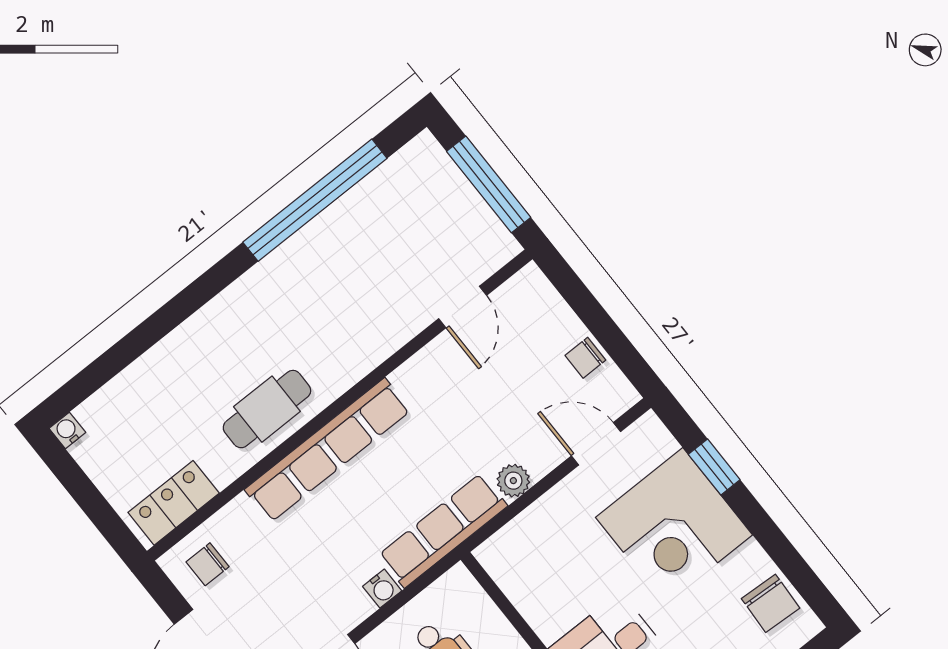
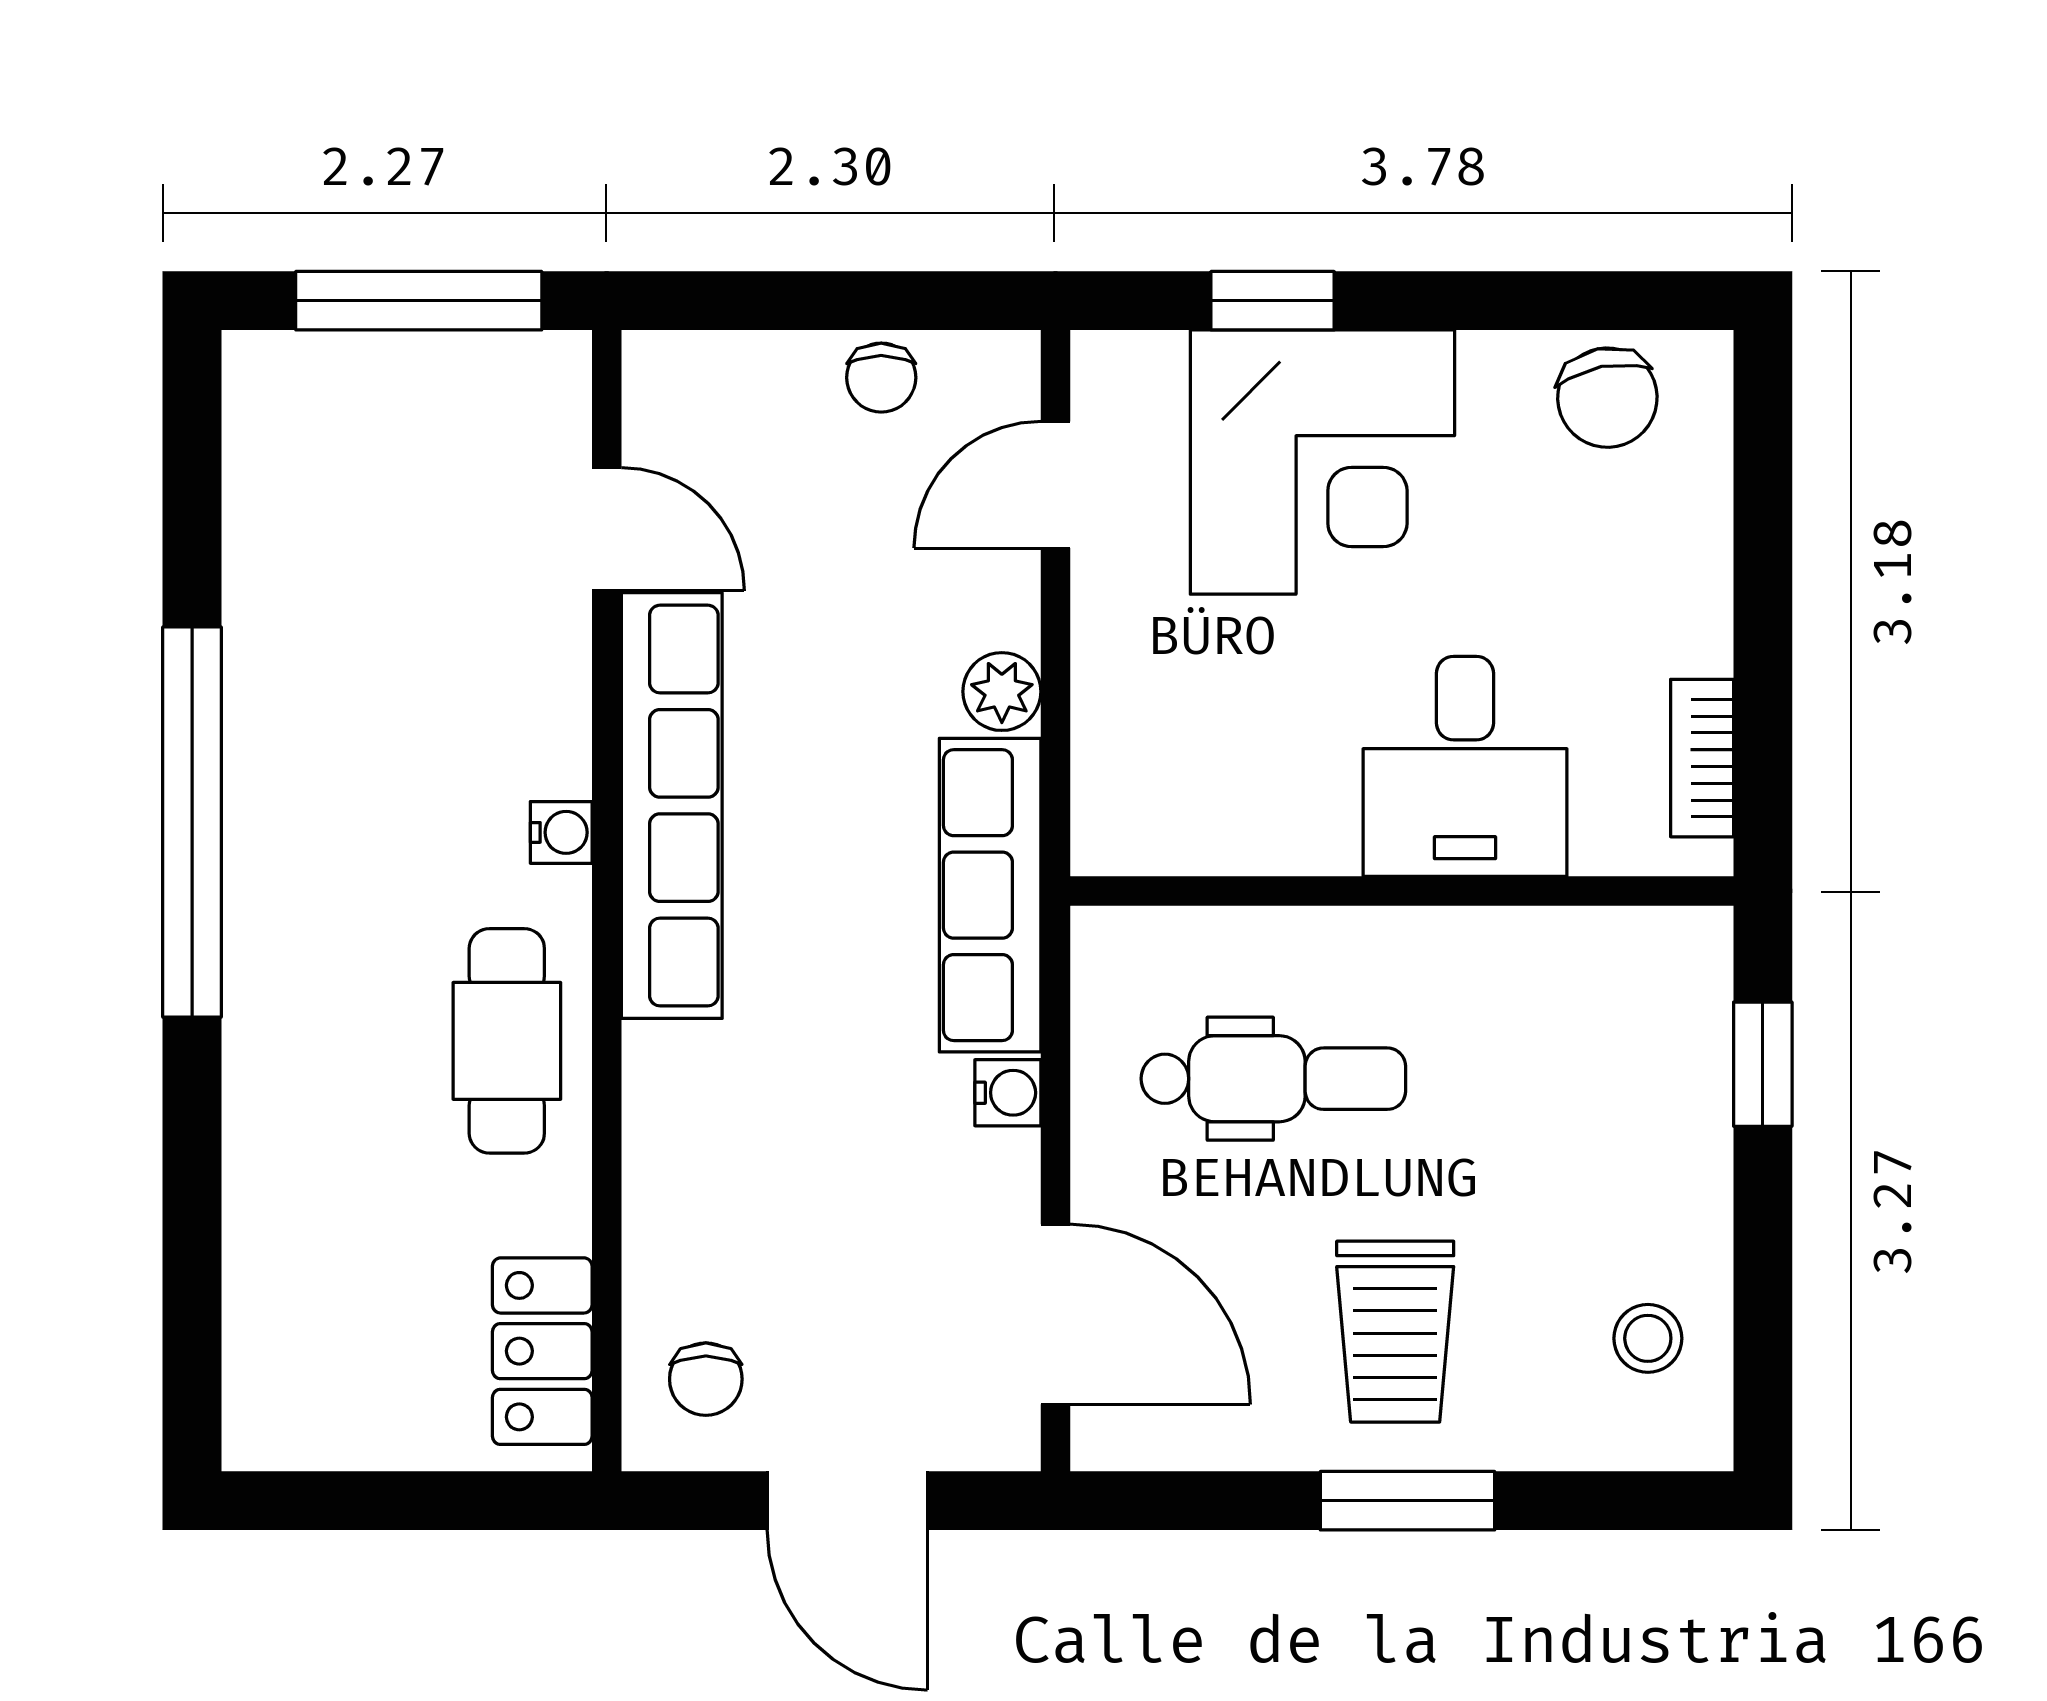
window: (315, 200) -> (192, 822), moved
water cooler: (67, 430) -> (561, 832), moved, turned 180
row of seats: (328, 450) -> (672, 806), moved
chair: (771, 603) -> (1607, 398), turned 76

